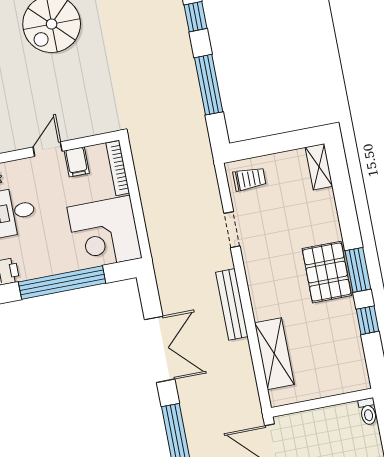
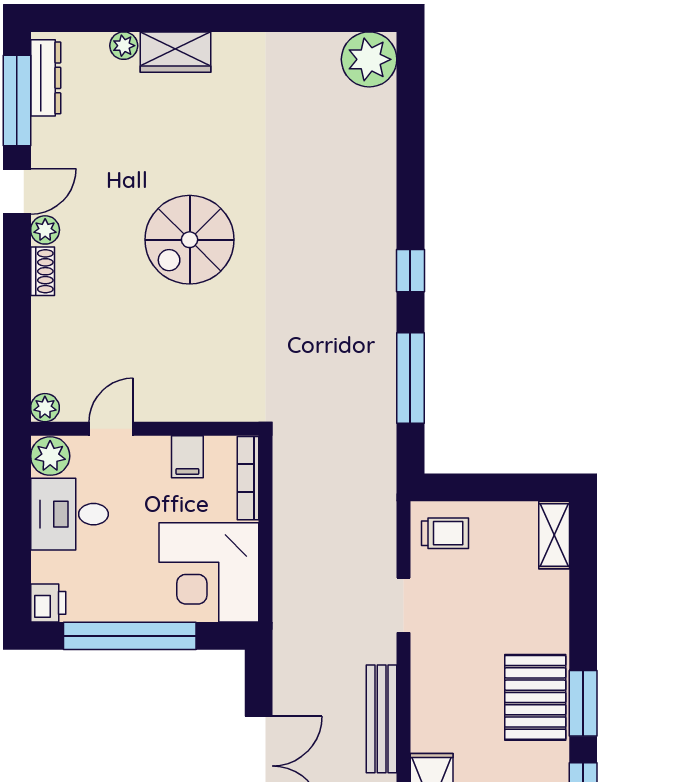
door: (48, 149) -> (111, 429), moved

